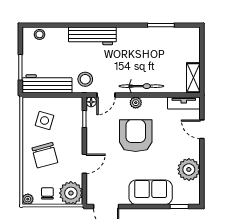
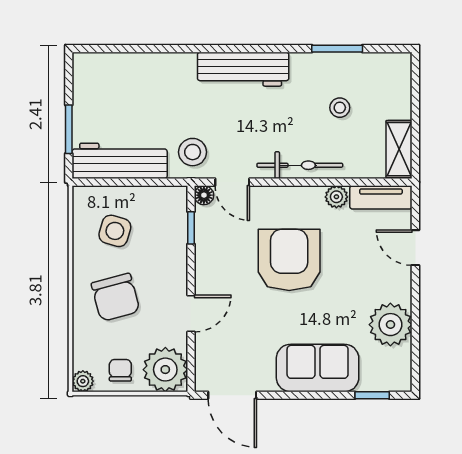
stool: (40, 34) -> (340, 108), moved
workbench: (92, 36) -> (243, 69), moved
door: (106, 95) -> (232, 182), hinge flipped
plant: (136, 103) -> (336, 197), moved

